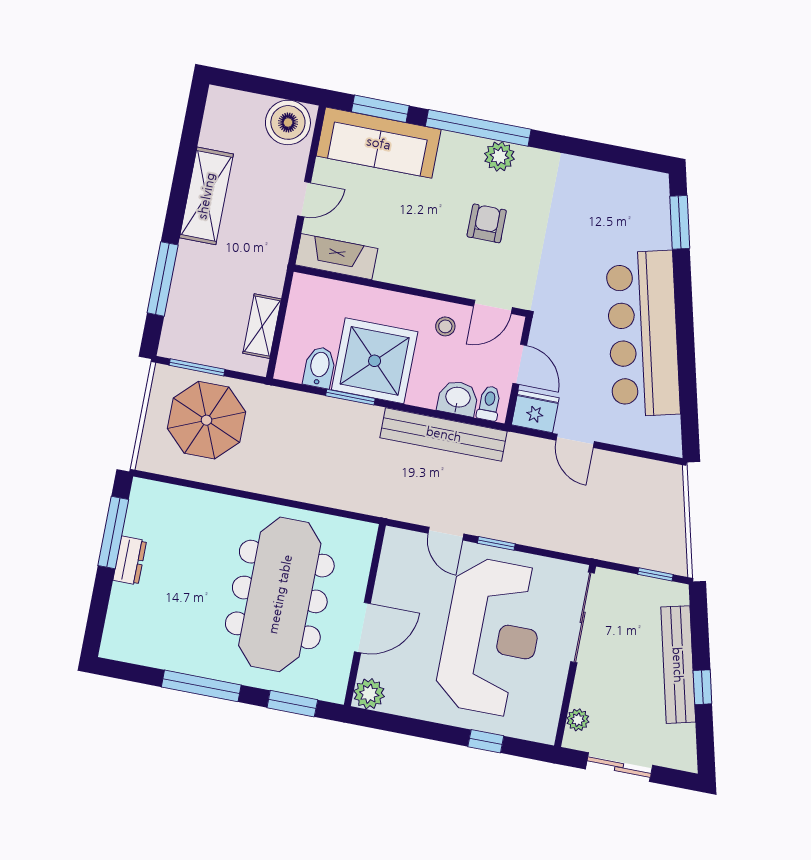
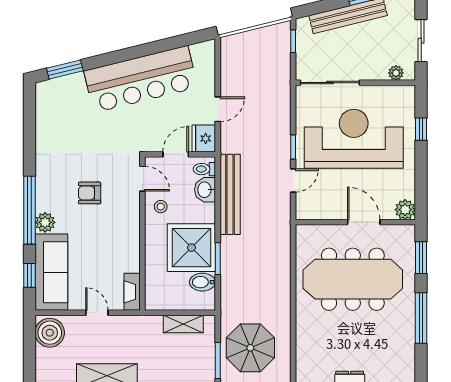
window: (380, 109) -> (29, 275), width x0.67
plant: (499, 156) -> (45, 222), moved
fireplace: (336, 257) -> (132, 292), width x0.73, depth x0.76

